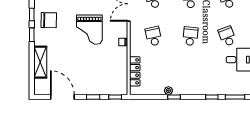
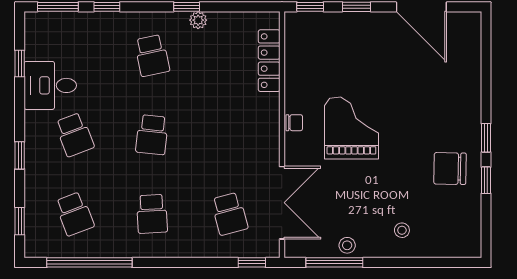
grand piano: (89, 30) -> (351, 128), moved
school desk: (154, 36) -> (152, 55), moved
shelving: (40, 62) -> (468, 80), removed

